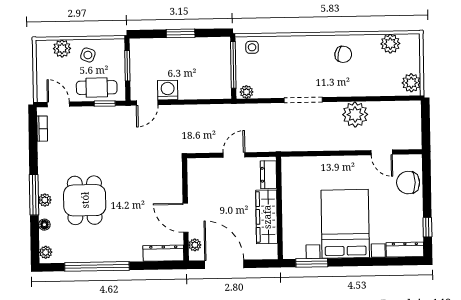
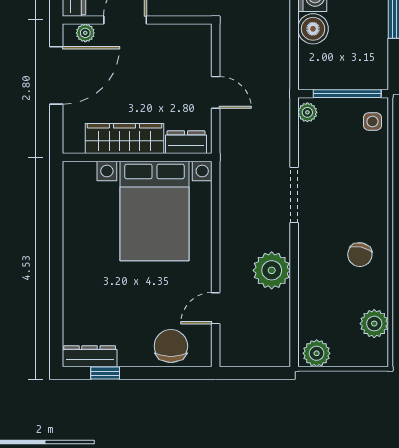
boiler: (189, 89) -> (313, 29), added
bed with nightstands: (345, 224) -> (155, 211), moved, turned 90
dresser: (405, 250) -> (90, 356), moved, turned -90
window: (312, 263) -> (56, 203), removed

